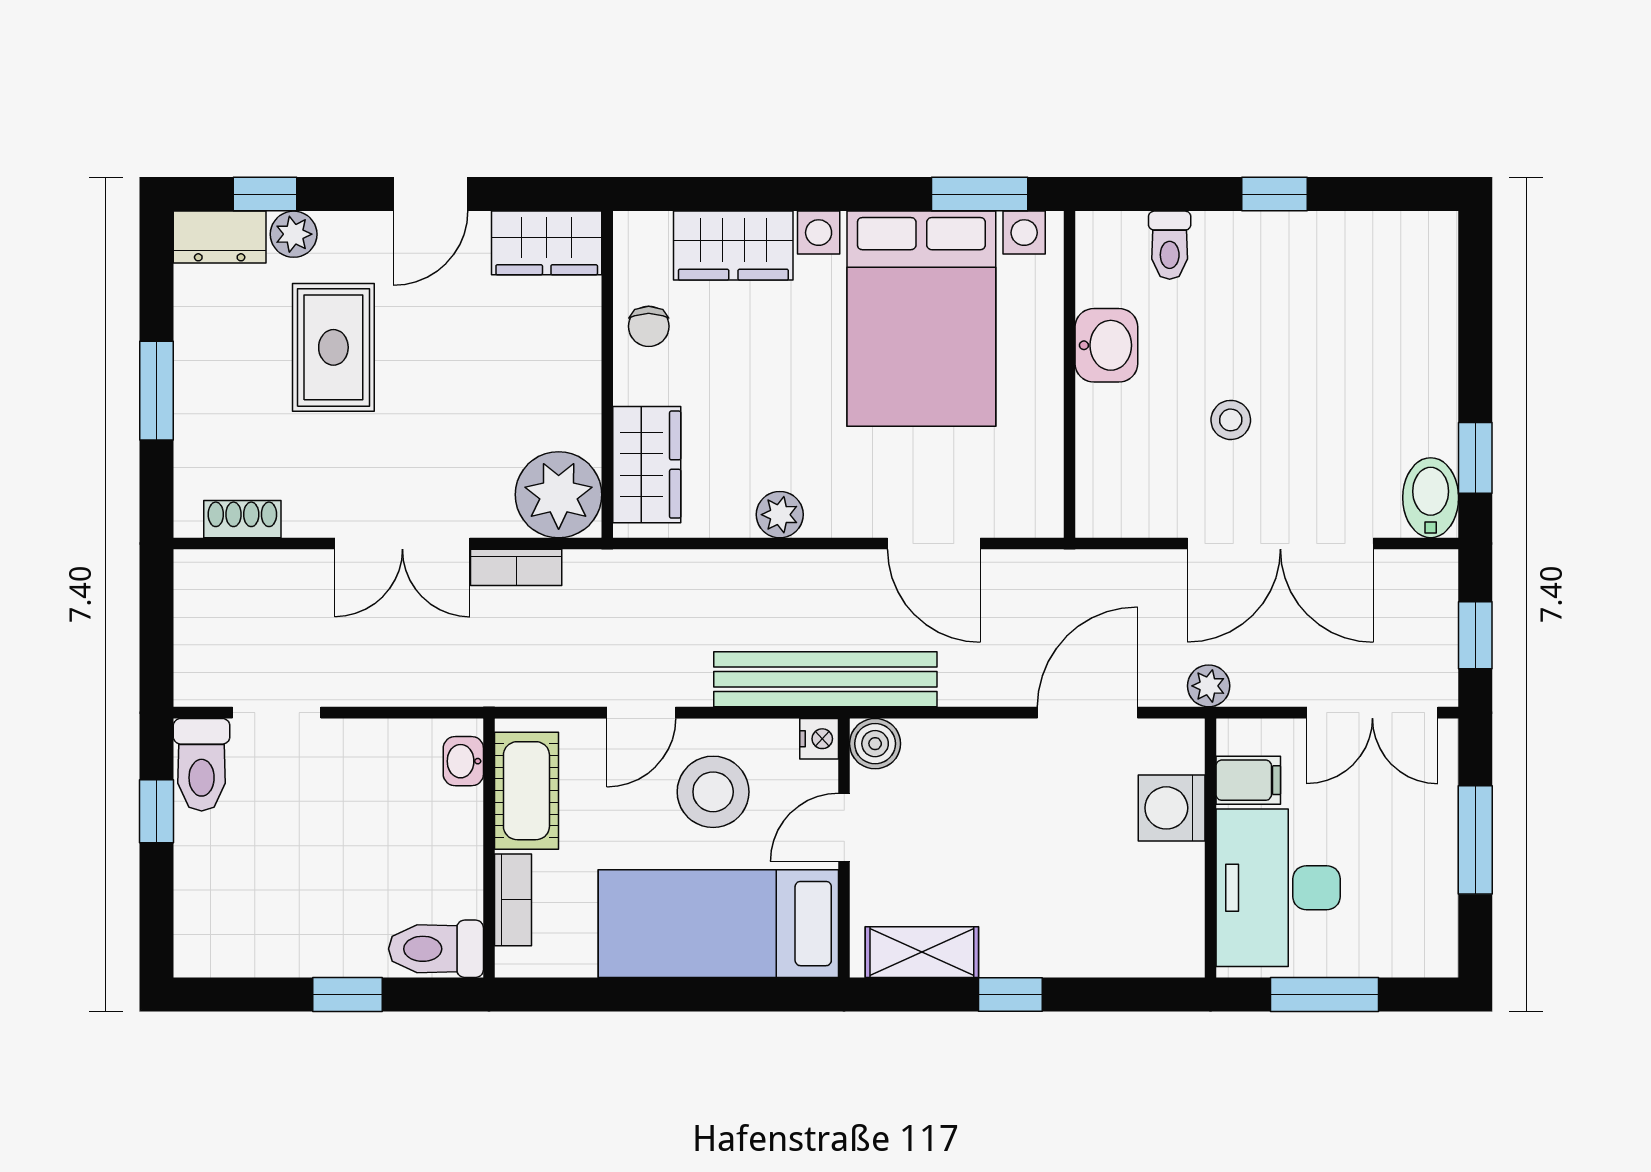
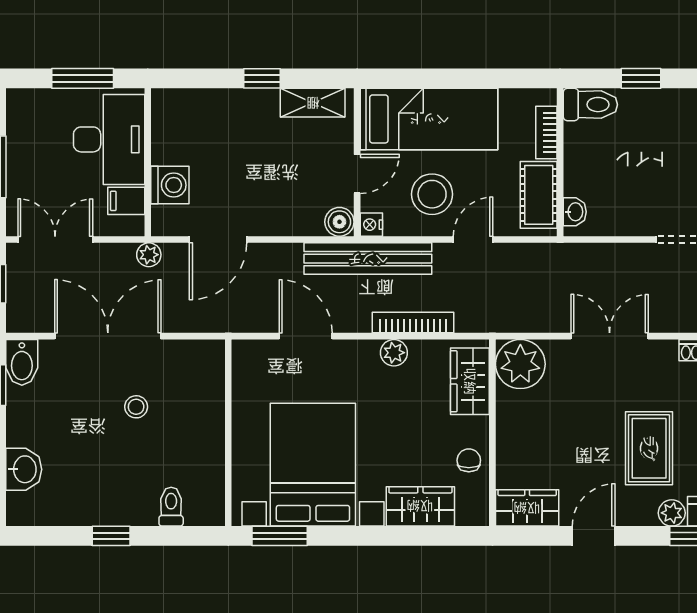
washbasin: (1106, 345) -> (24, 469), moved, turned 180
bookcase: (516, 567) -> (413, 323), moved, width x1.56

